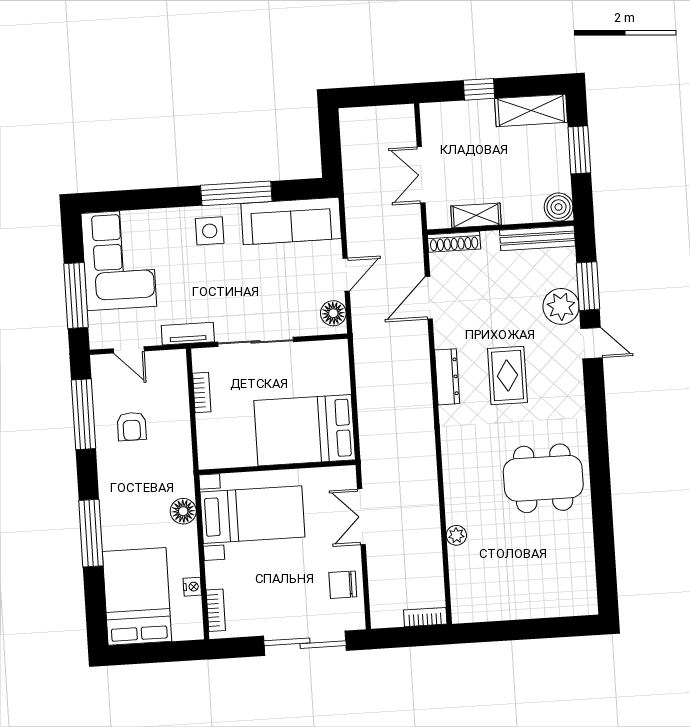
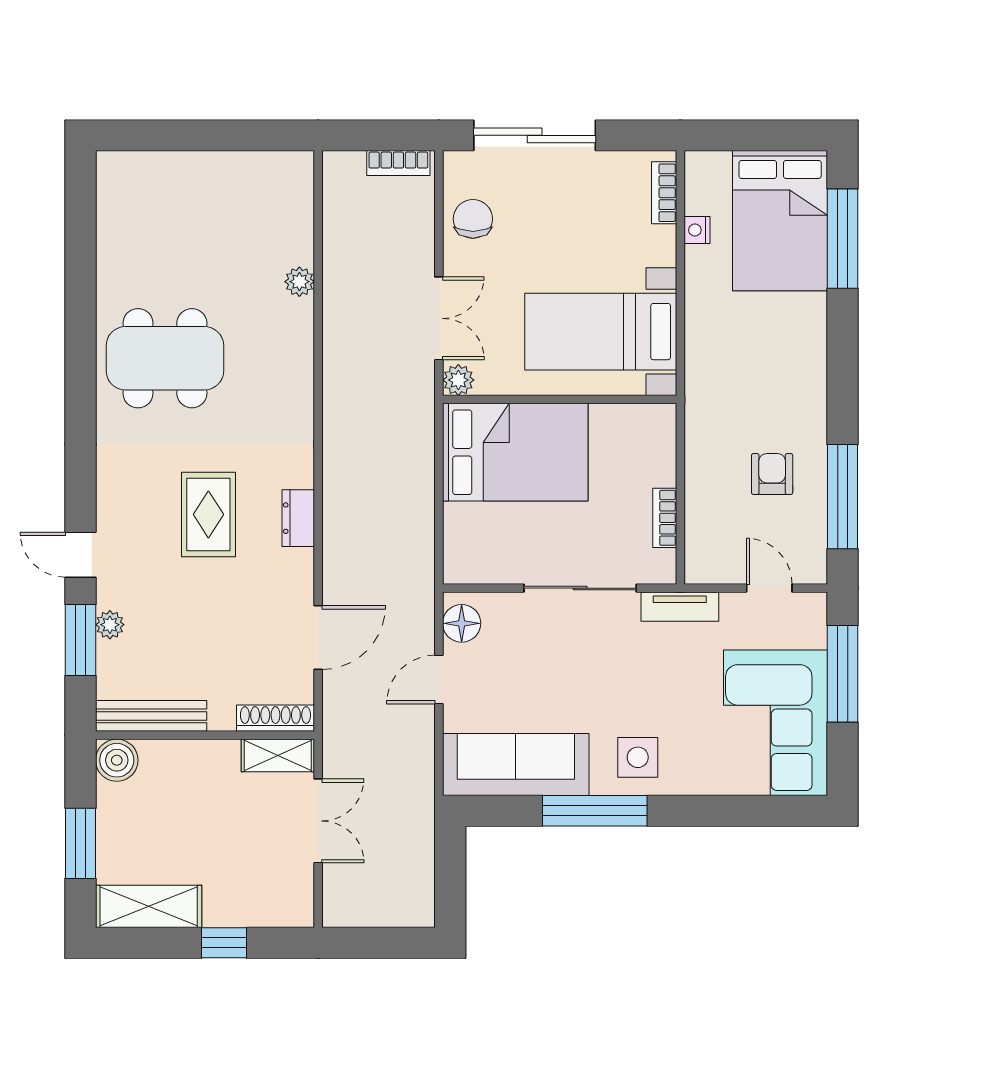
shelving: (476, 215) -> (278, 755), moved
plant: (561, 306) -> (110, 625), width x0.53, depth x0.53
dresser: (447, 377) -> (298, 518), width x0.70
plant: (346, 476) -> (458, 380), added
floor lamp: (183, 511) -> (703, 343), removed
window: (91, 533) -> (843, 239), moved
chair: (343, 585) -> (473, 219), turned -90
bookcase: (425, 617) -> (398, 163), moved

